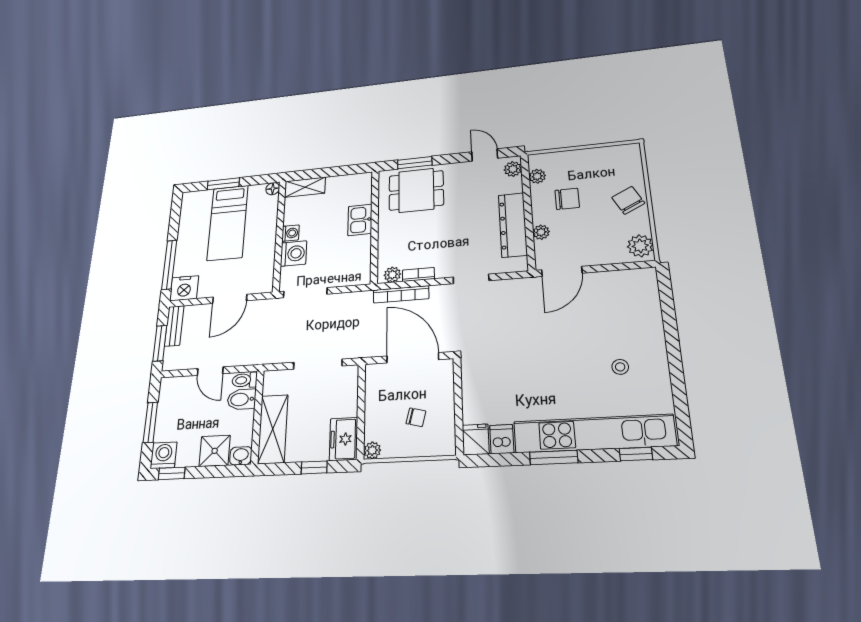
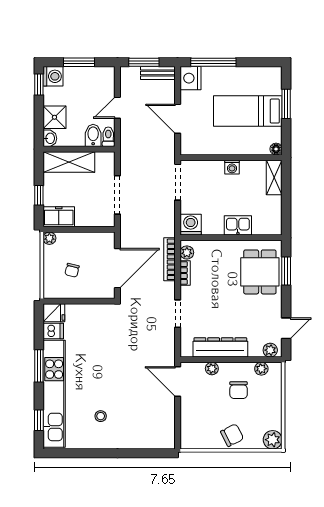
plant: (640, 246) -> (273, 440), moved
washing machine: (293, 254) -> (191, 225), moved, turned 180

